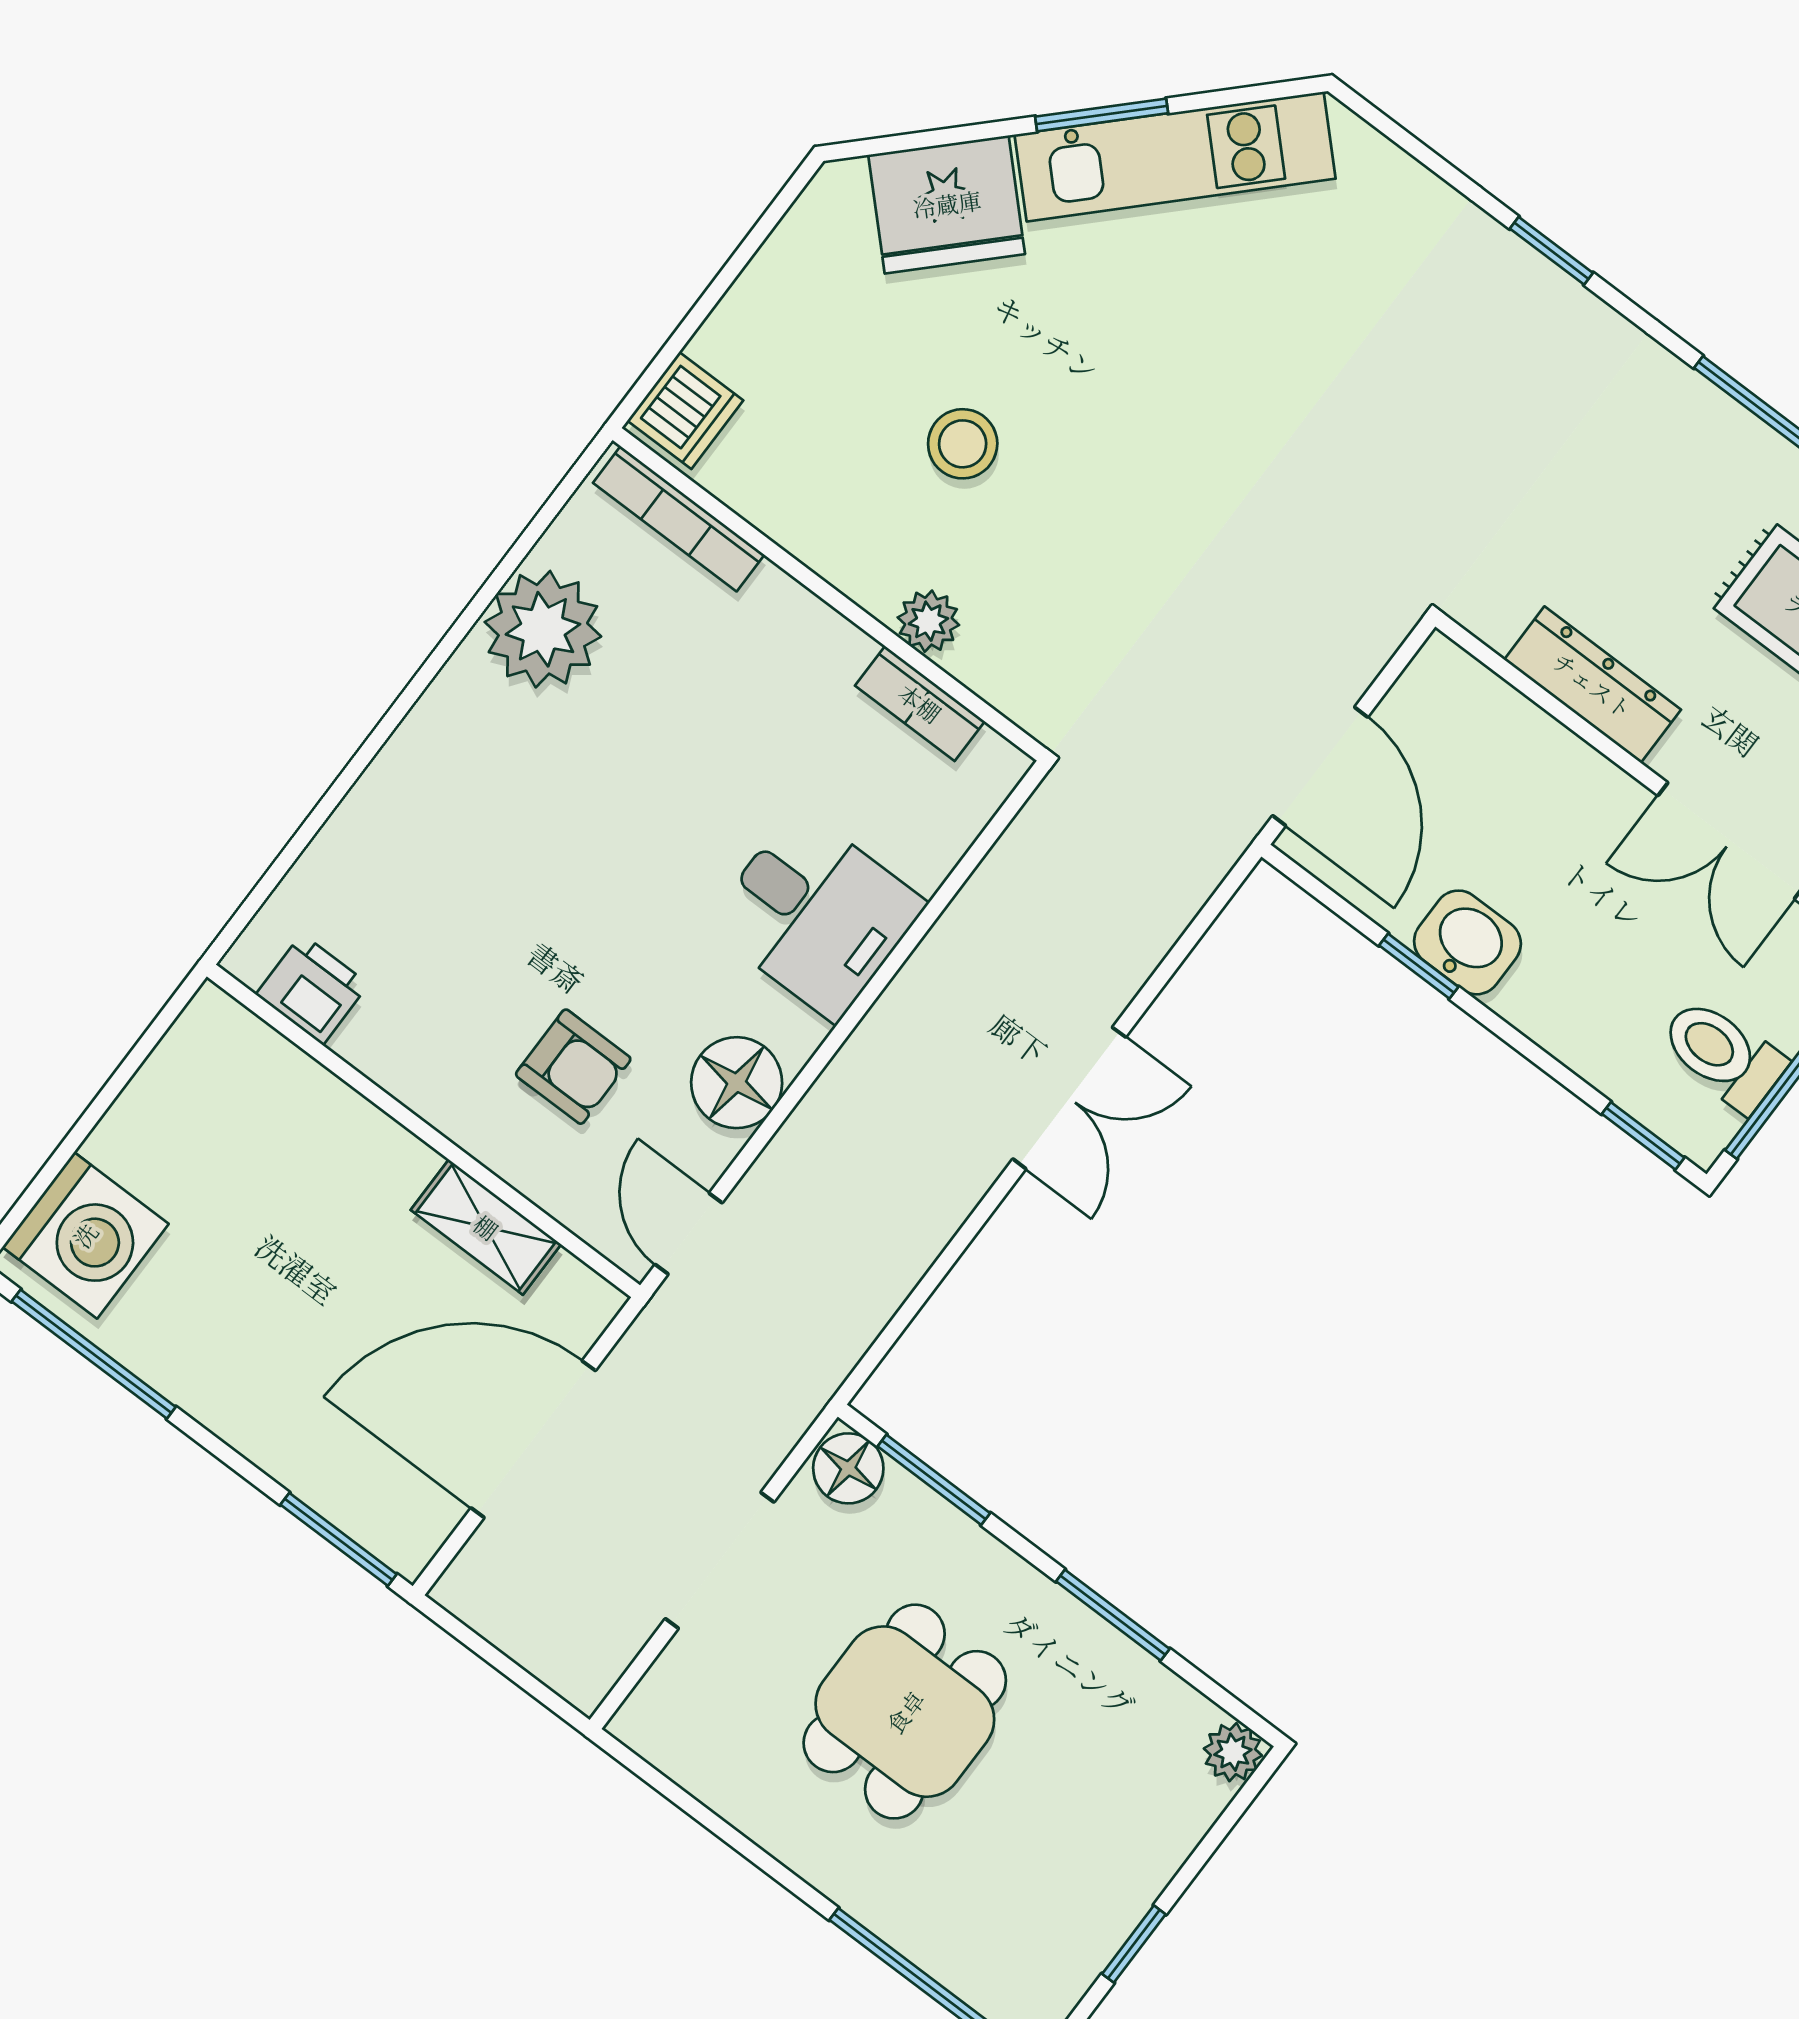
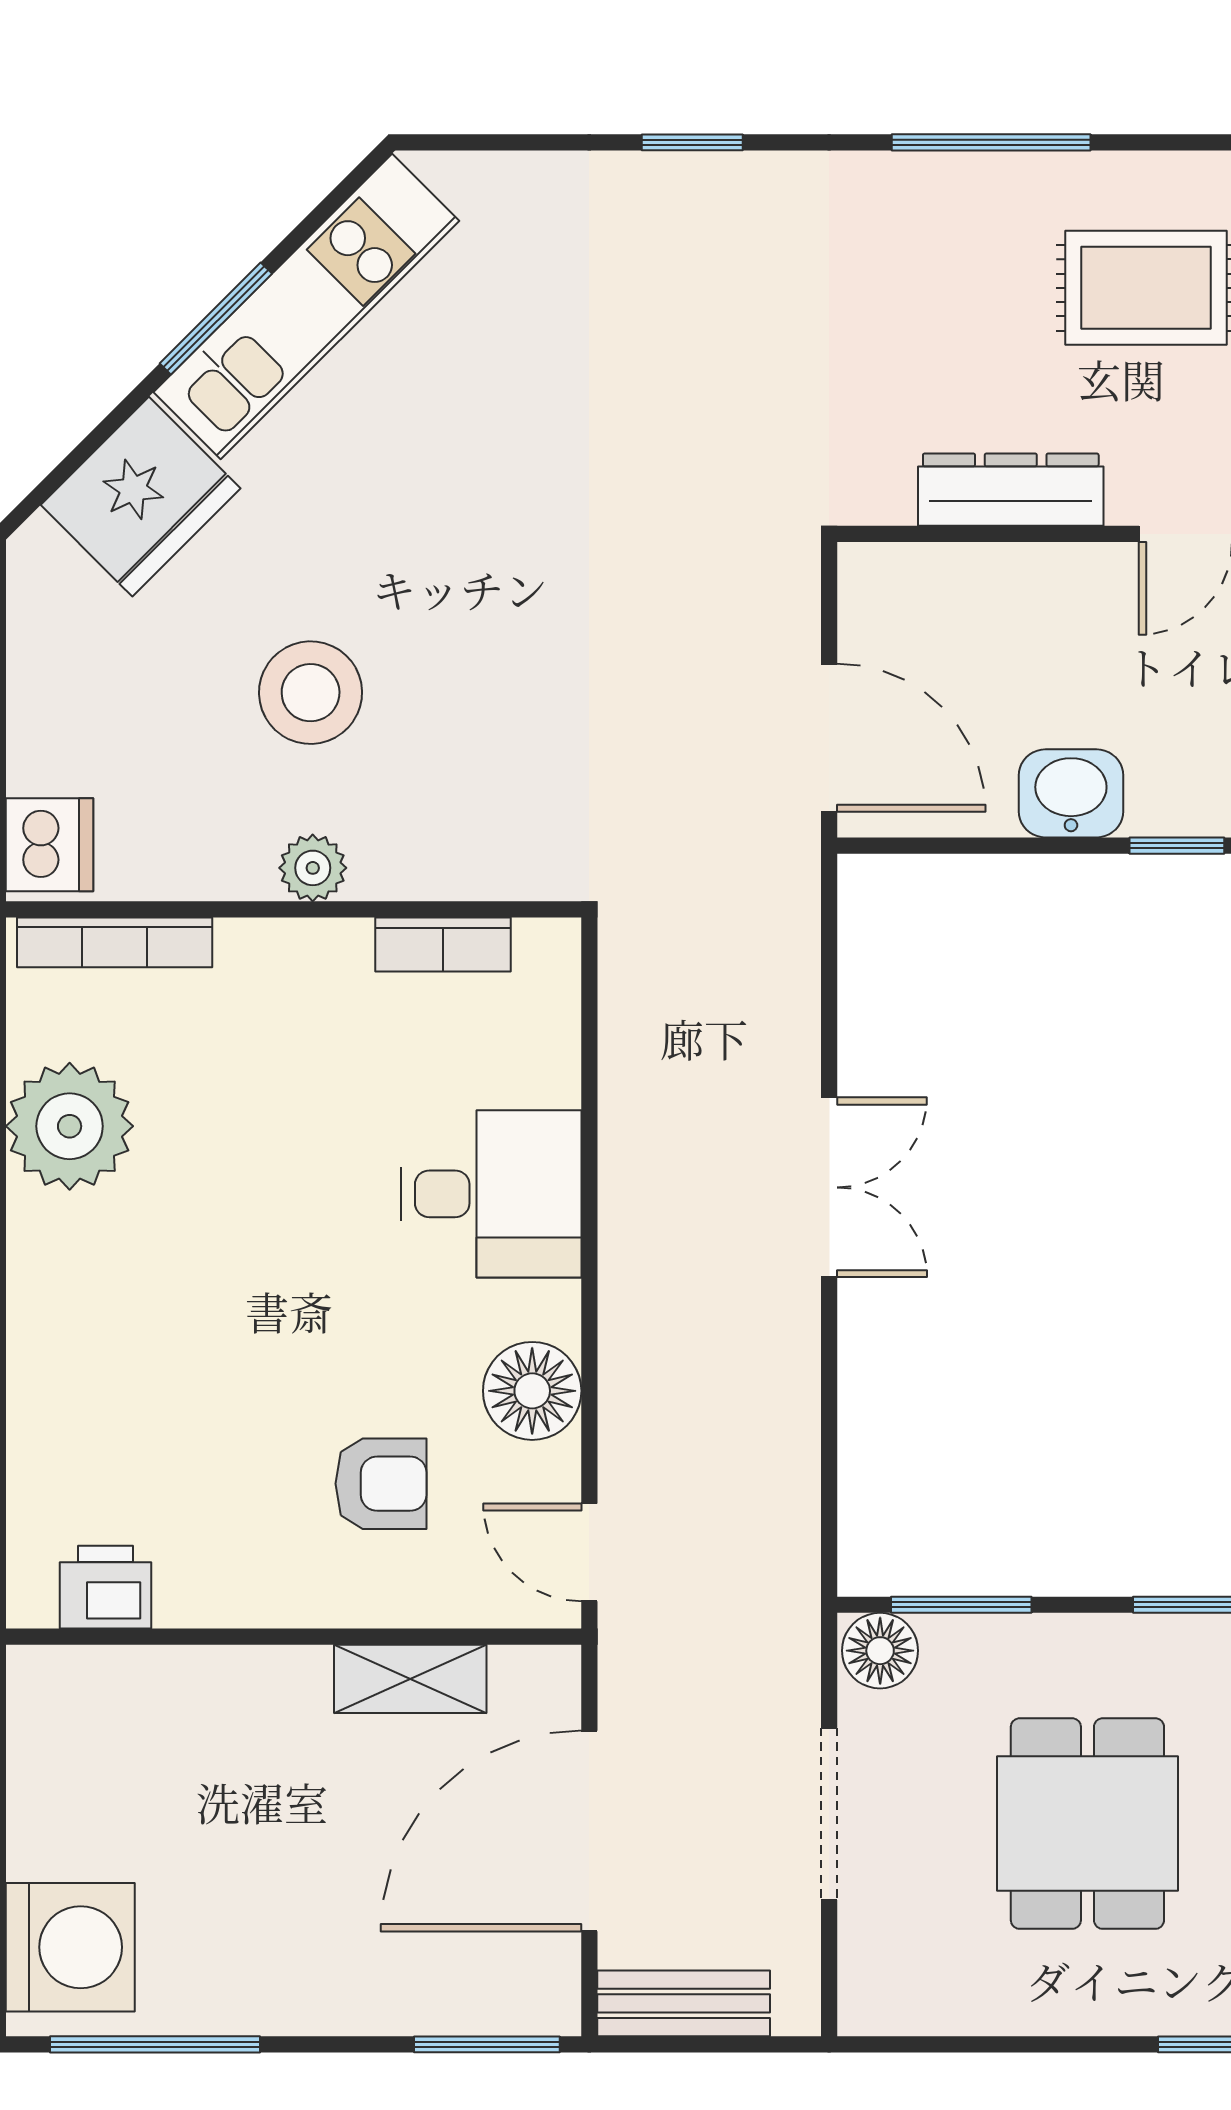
stool: (963, 444) -> (311, 693), width x1.38, depth x1.38
plant: (928, 621) -> (313, 868), moved
window: (1419, 966) -> (1177, 846), moved
bench: (507, 1619) -> (684, 2003), added

